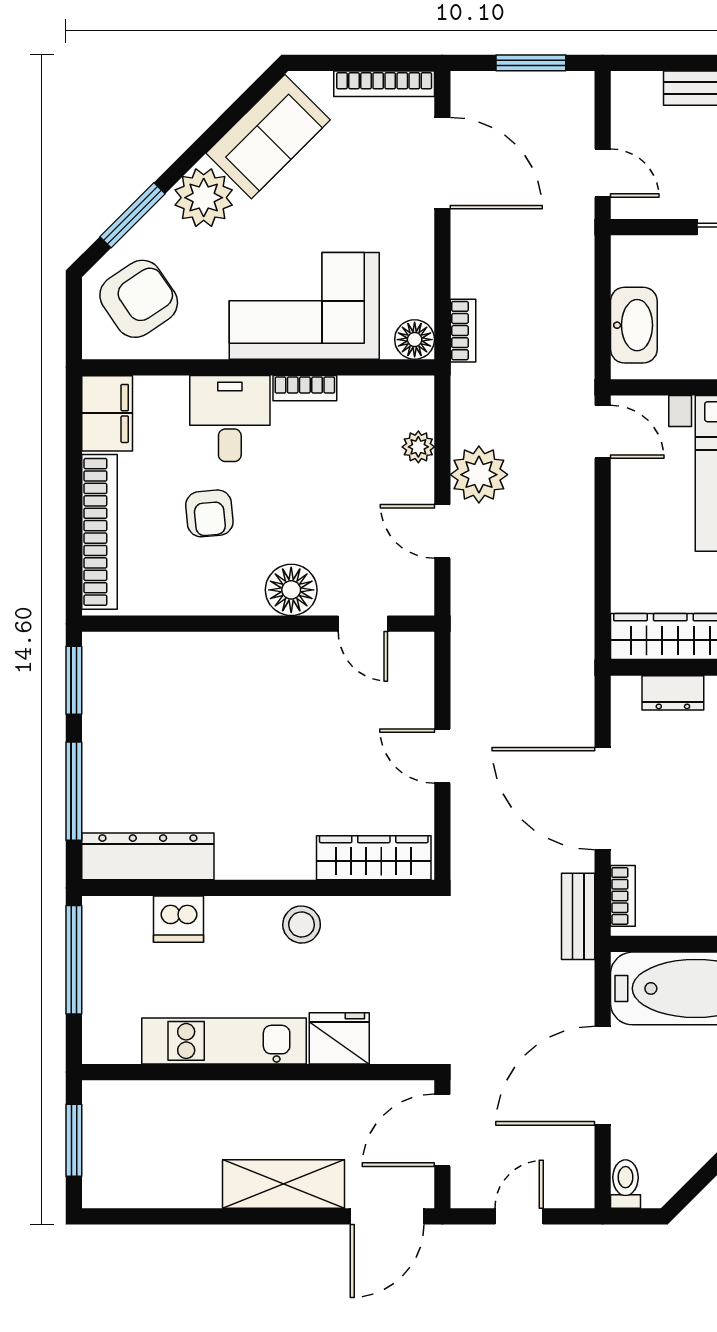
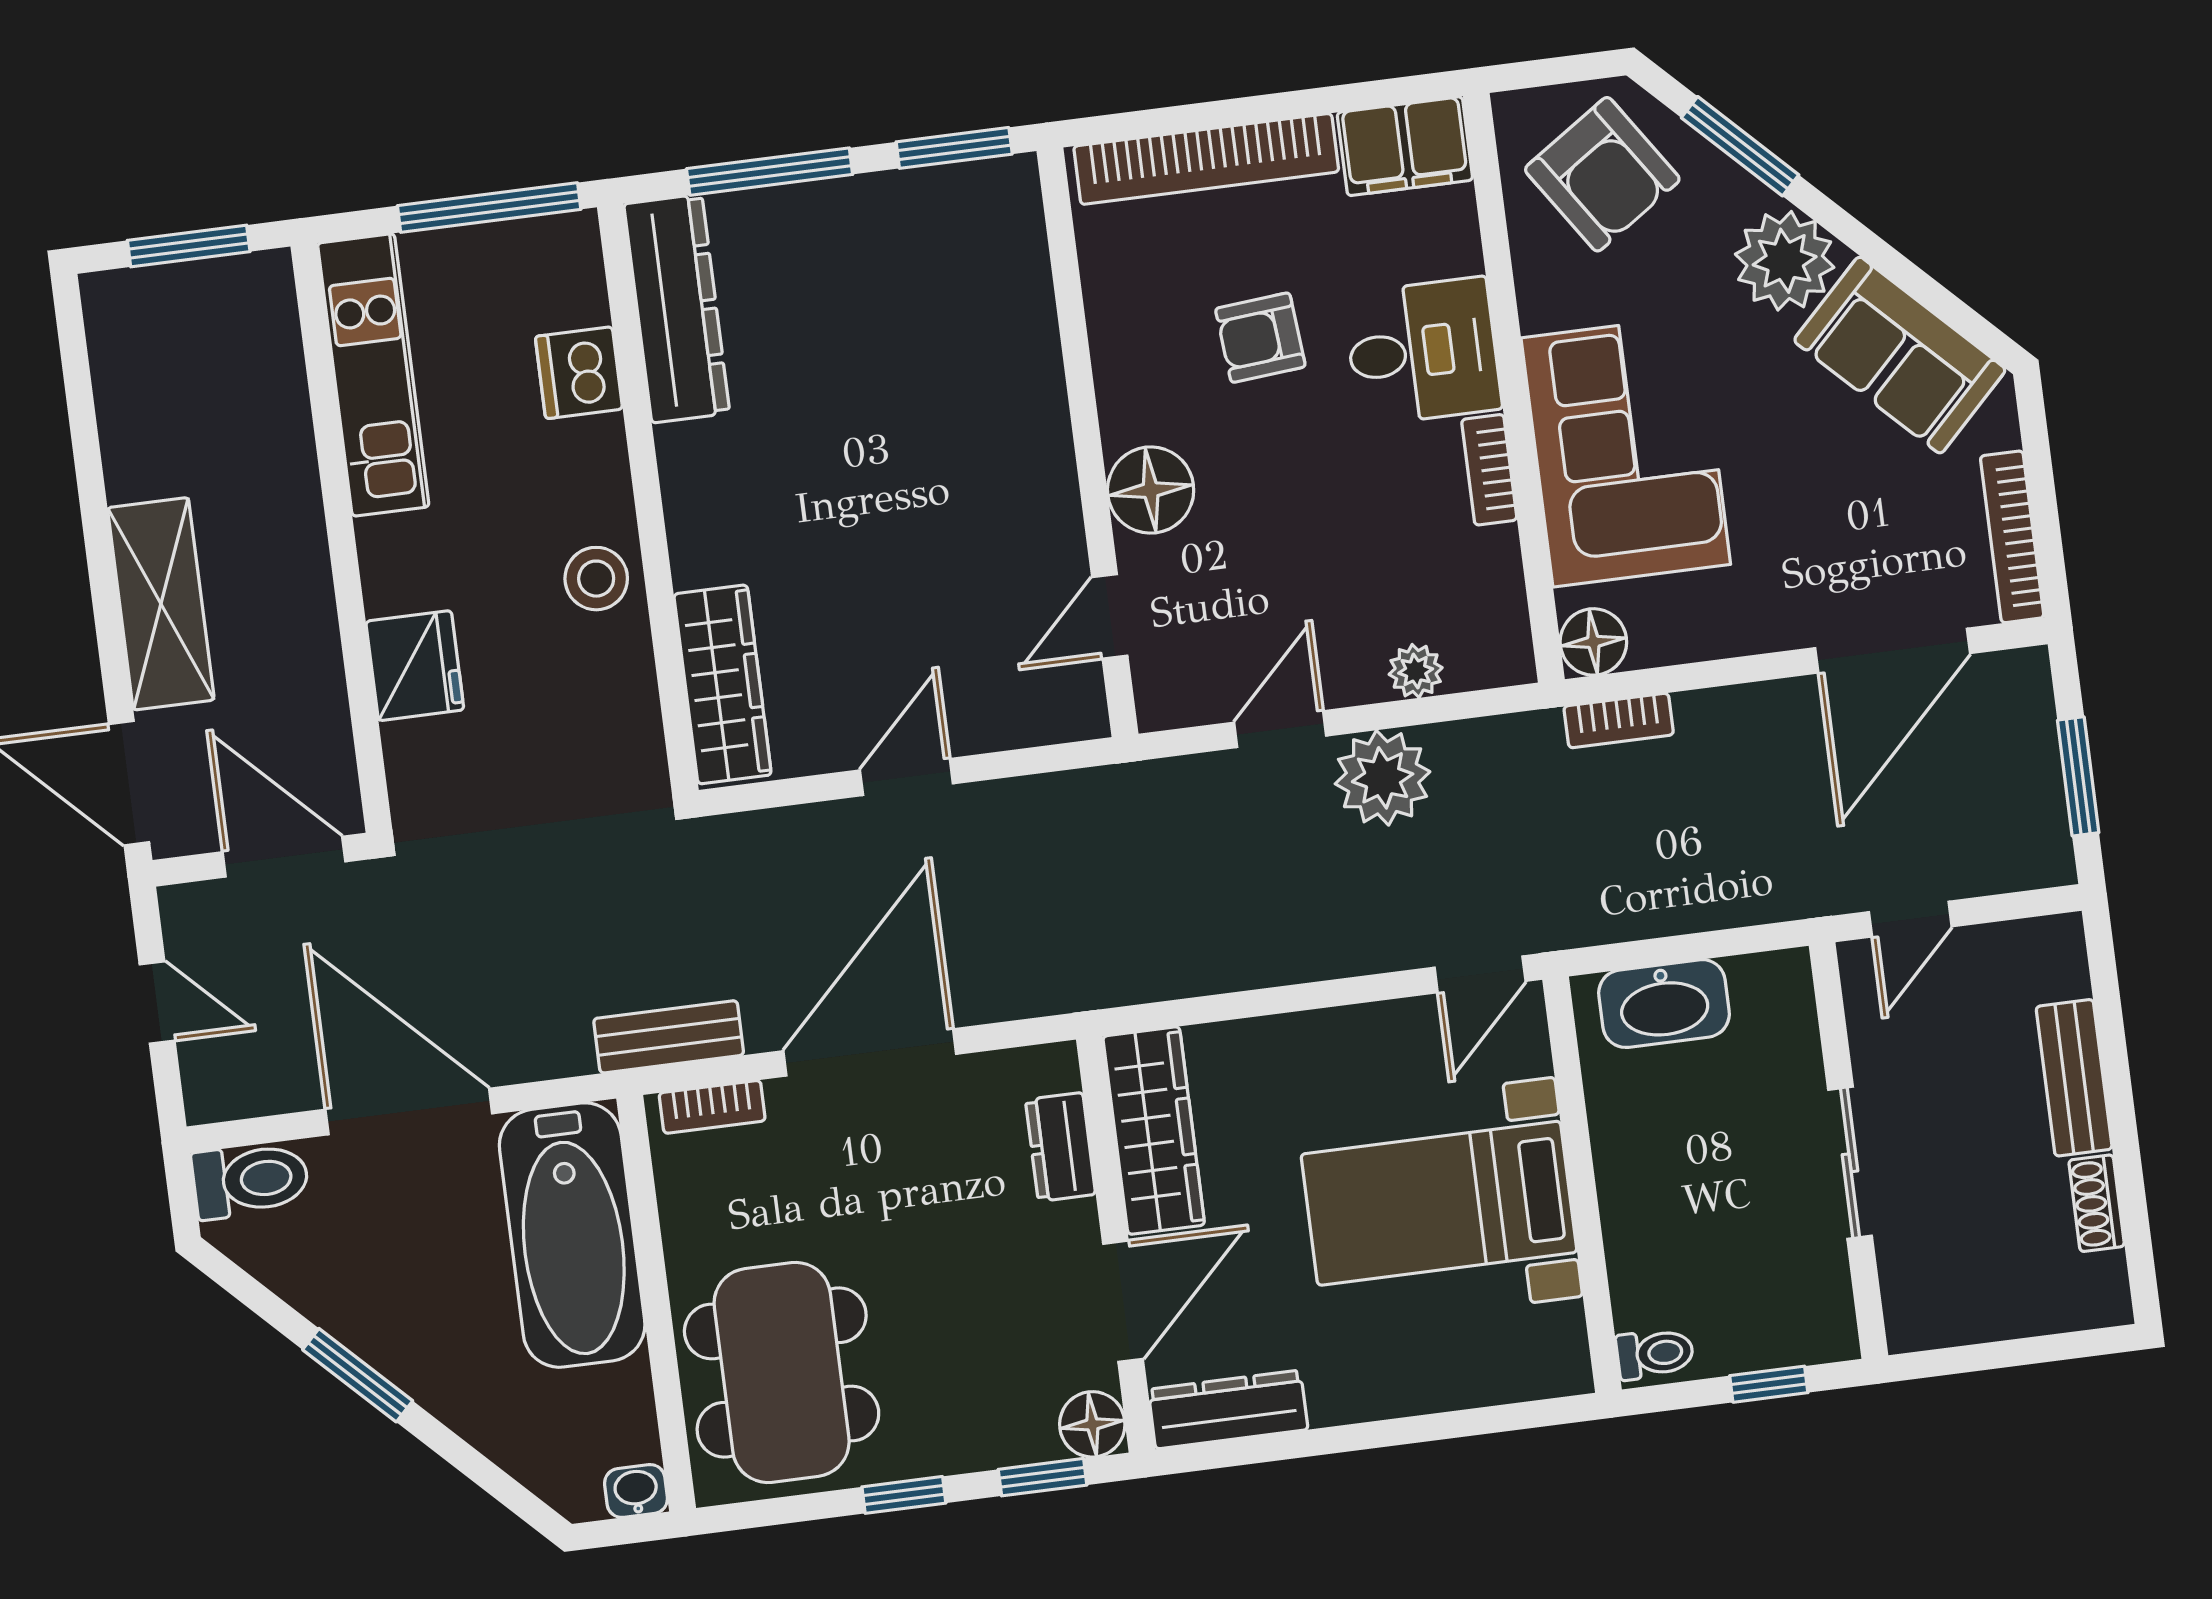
kitchen unit: (224, 1041) -> (373, 375), moved
toilet: (626, 1184) -> (250, 1180), width x1.37, depth x1.39

